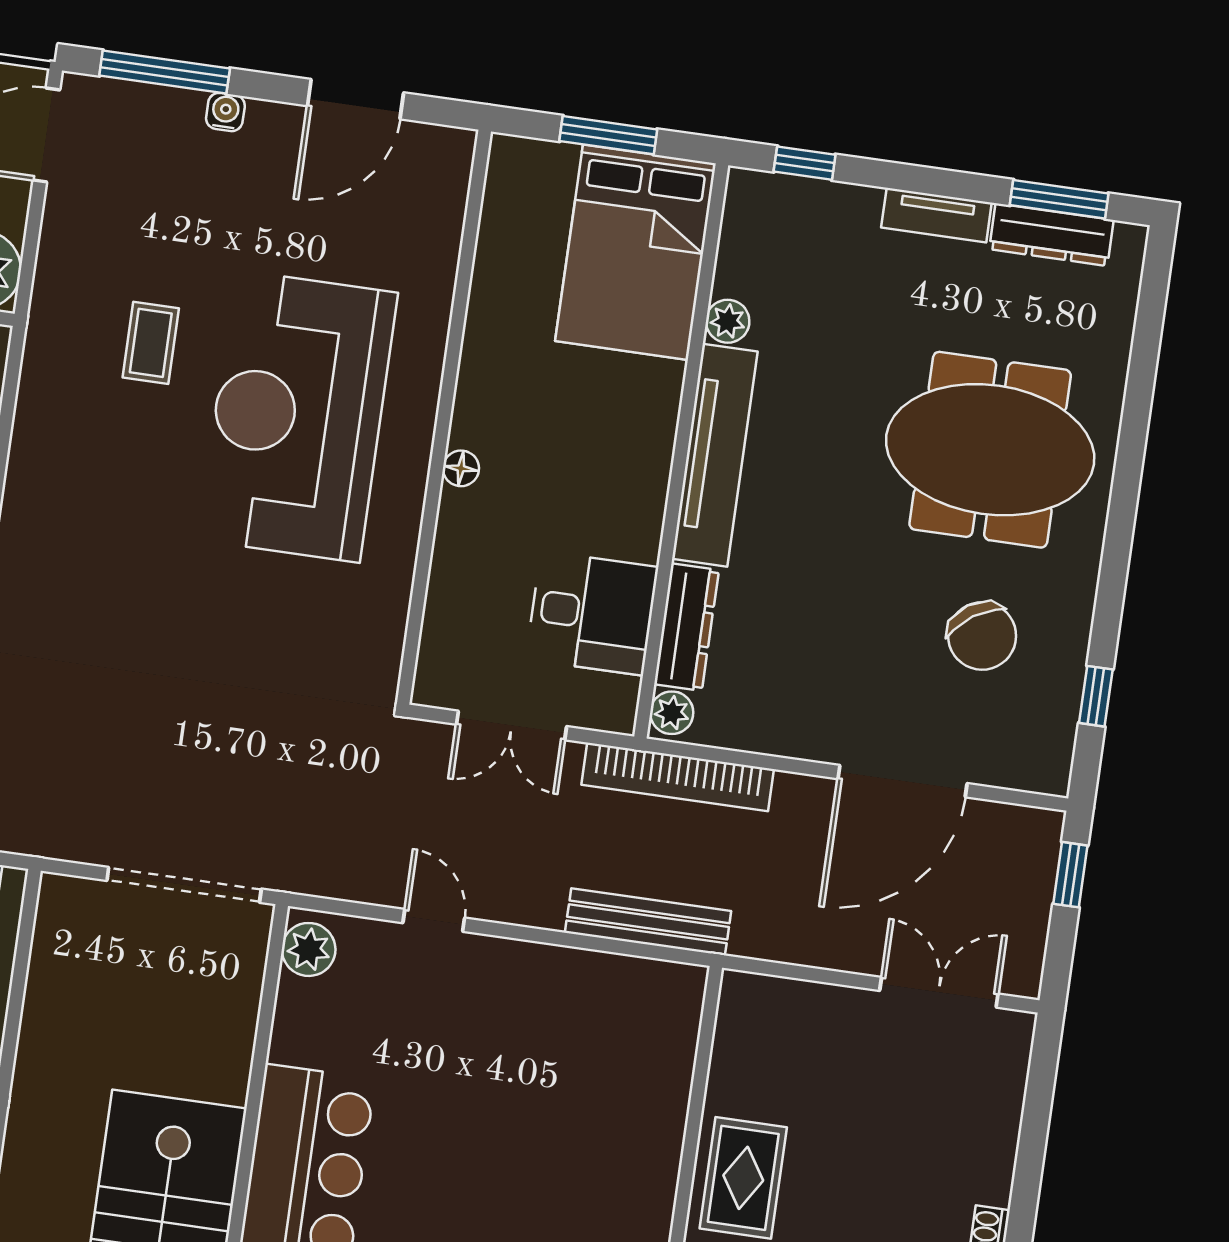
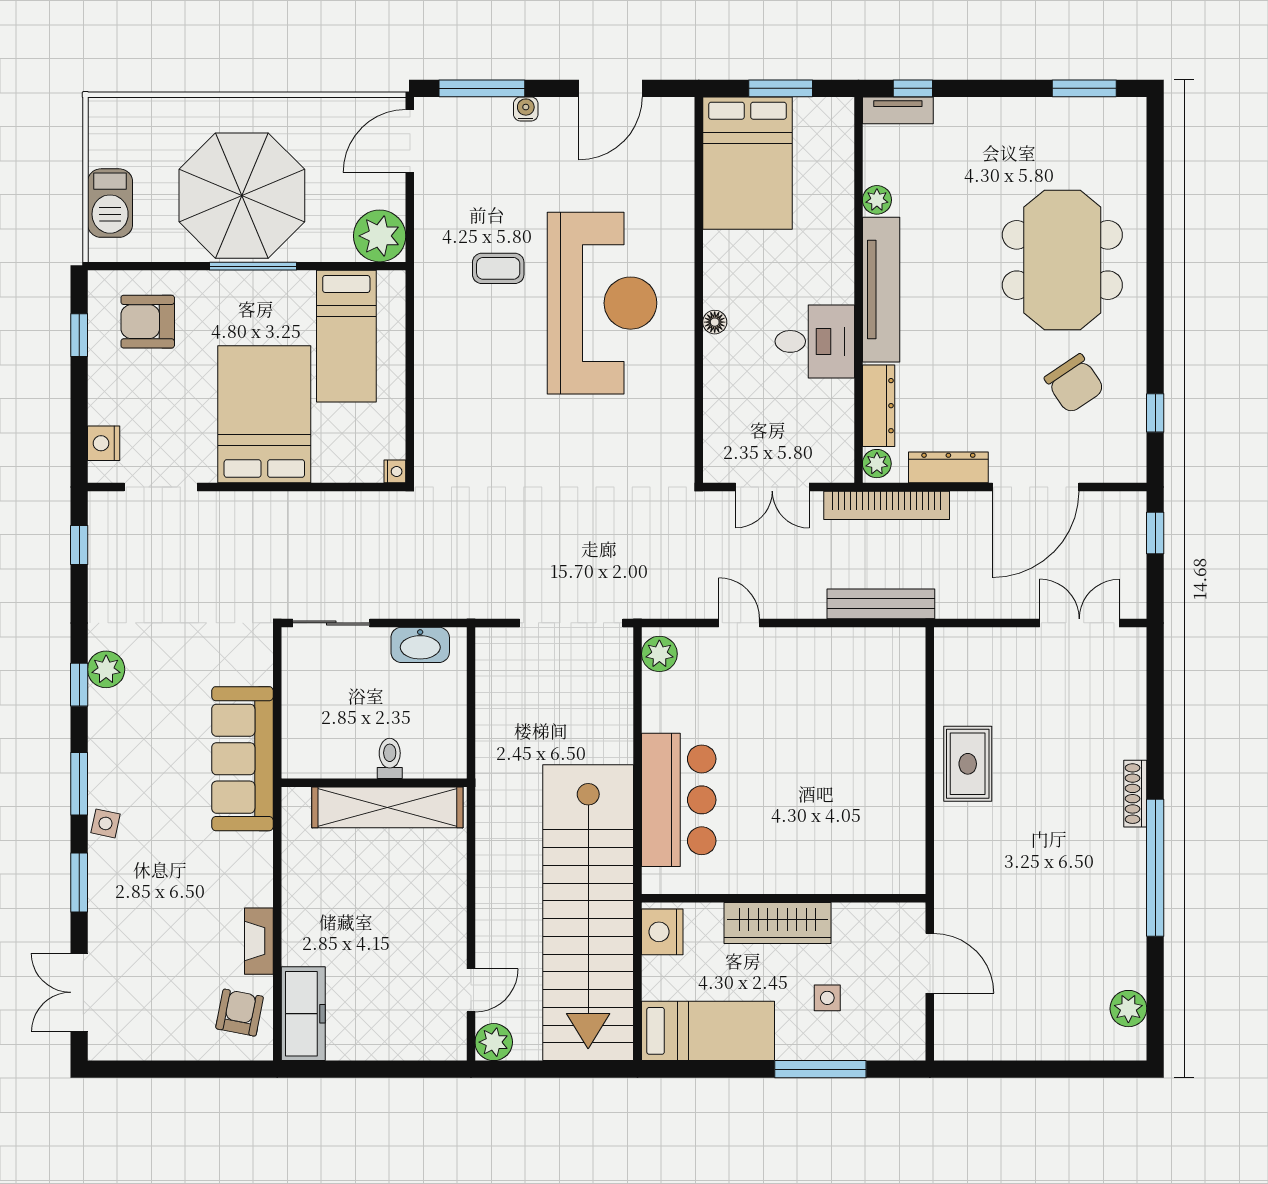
tv unit: (936, 215) -> (898, 110), moved
dresser: (1051, 235) -> (948, 467), moved, turned 180
bed: (636, 252) -> (747, 163), moved
coffee table: (151, 343) -> (498, 268), turned 90
reception desk: (298, 416) -> (602, 303), turned 180
meeting table: (990, 450) -> (1062, 260), turned 90
desk: (592, 613) -> (815, 341), moved

